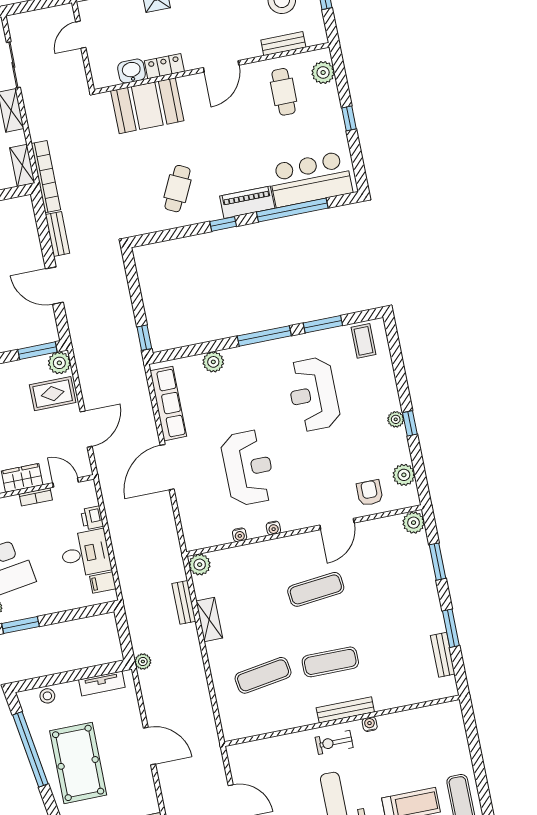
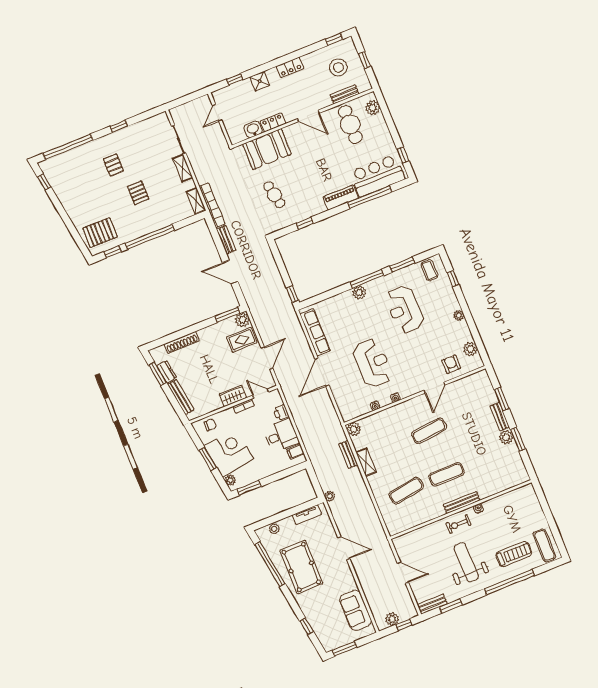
door: (221, 66) -> (308, 116), hinge flipped
cafe table: (284, 92) -> (350, 124), width x1.37, depth x1.35
window: (349, 118) -> (403, 155), moved
cafe table: (178, 189) -> (274, 195), moved, turned -38
window: (223, 224) -> (305, 223), moved
plant: (213, 362) -> (359, 293), moved
window: (410, 423) -> (453, 279), moved
plant: (414, 523) -> (506, 437), moved
bench: (443, 655) -> (500, 417), moved

